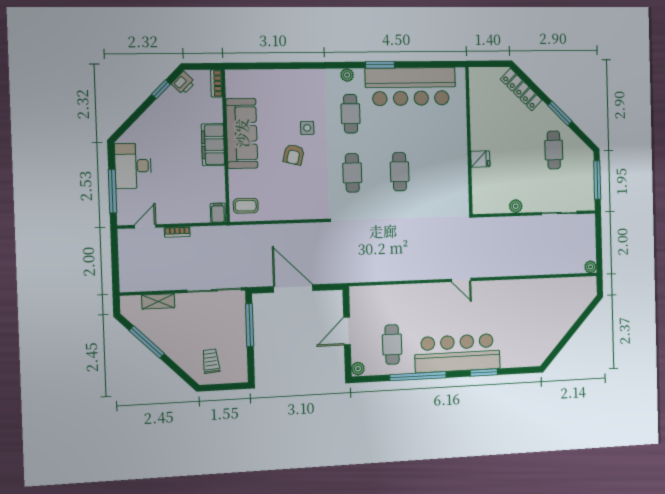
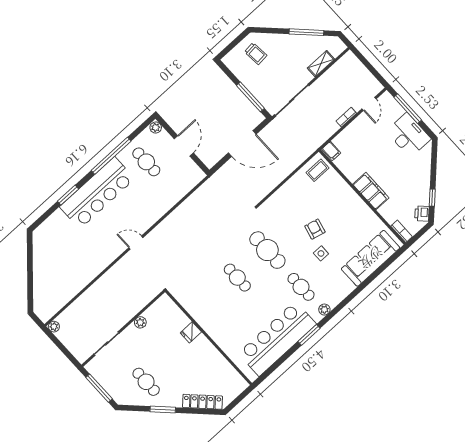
sofa: (242, 133) -> (371, 258), moved, turned 90
cafe table: (352, 173) -> (267, 250), width x1.37, depth x1.35

